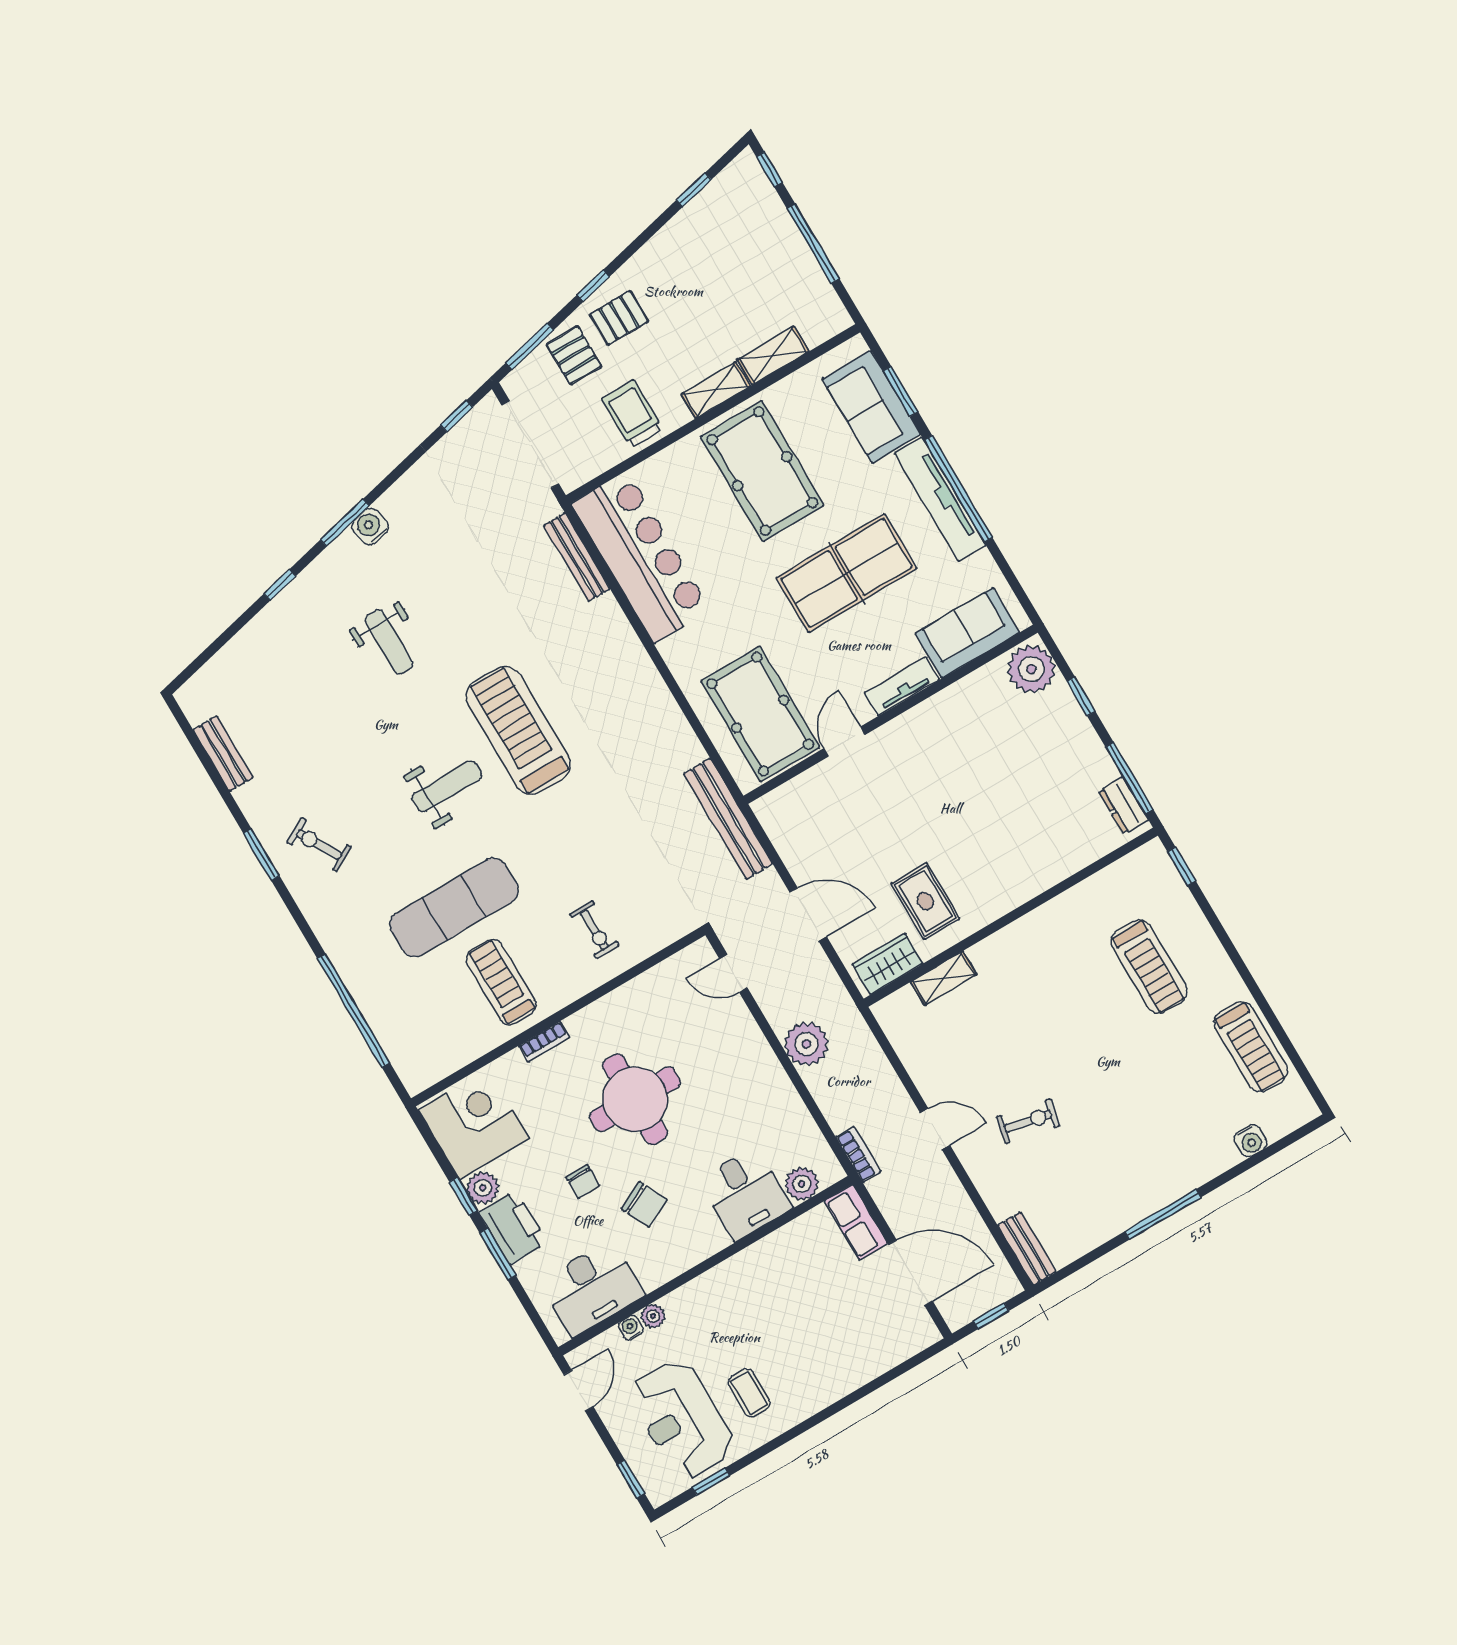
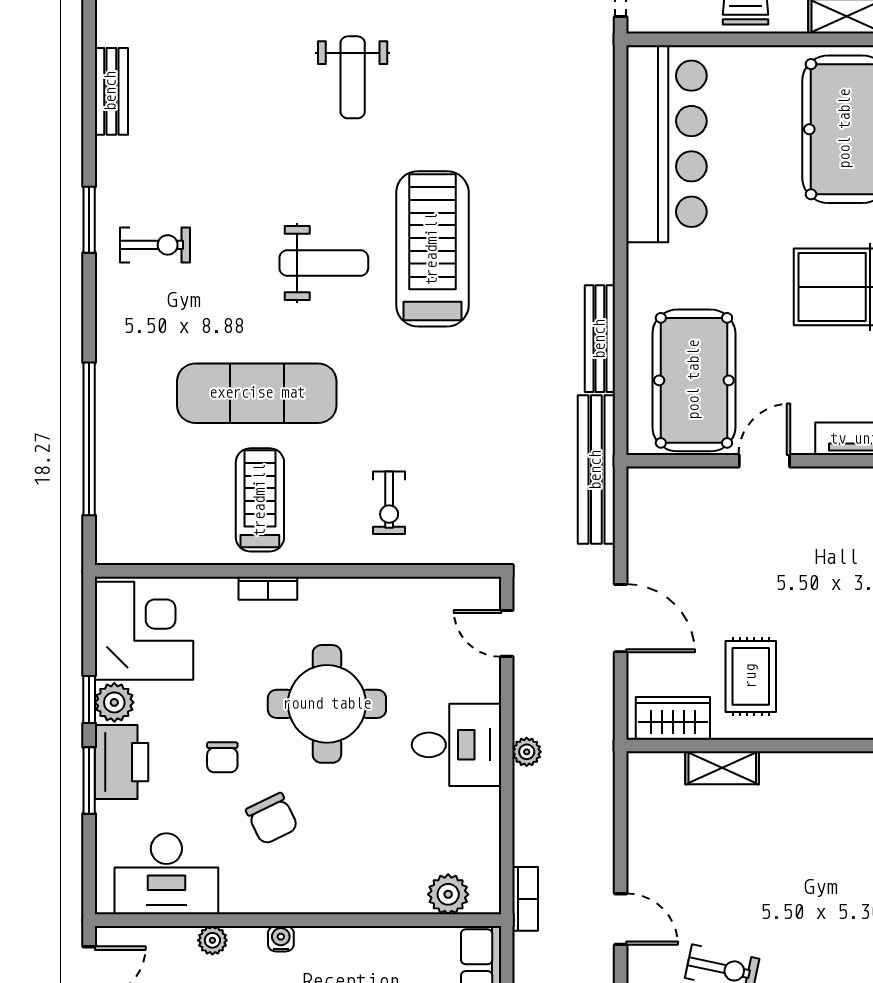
bench: (577, 557) -> (600, 339), moved
exercise bike: (319, 845) -> (155, 245), turned 119
plant: (806, 1044) -> (527, 752), width x0.53, depth x0.53
desk: (745, 1194) -> (456, 745), moved, turned -90
water cooler: (631, 1328) -> (281, 939), moved

